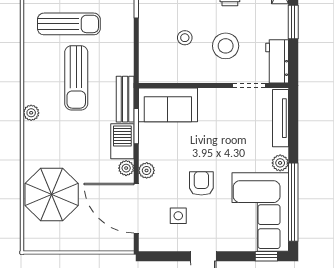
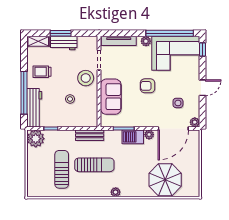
stool: (226, 46) -> (86, 78), moved
workbench: (277, 61) -> (64, 43), moved
bench: (125, 99) -> (90, 135), moved
sofa: (168, 105) -> (111, 97), moved
plant: (147, 170) -> (195, 122), moved
armchair: (201, 183) -> (148, 86), moved

